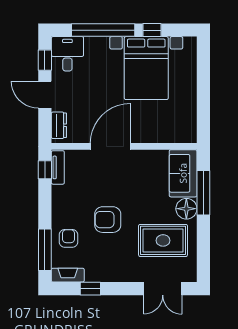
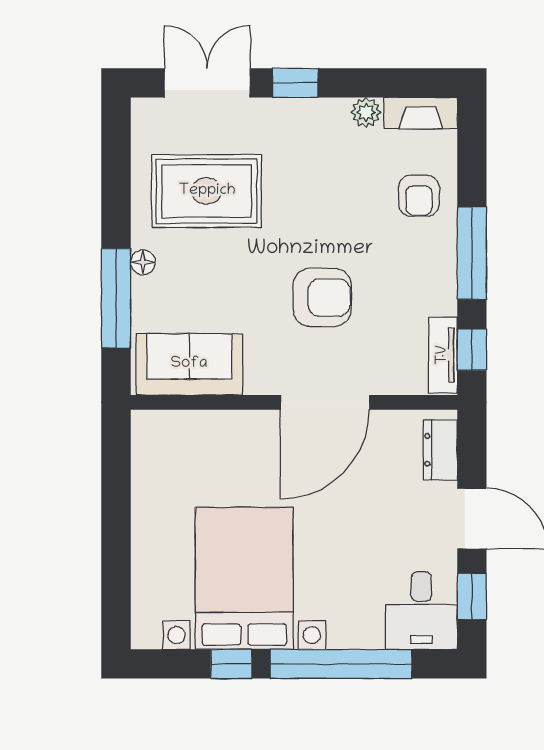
sofa: (183, 173) -> (189, 364), moved, turned -90
floor lamp: (186, 209) -> (143, 262), width x0.53, depth x0.53
armchair: (108, 220) -> (322, 297), moved
window: (45, 250) -> (472, 253), moved
plant: (92, 275) -> (366, 112), added
window: (90, 289) -> (295, 83), moved

